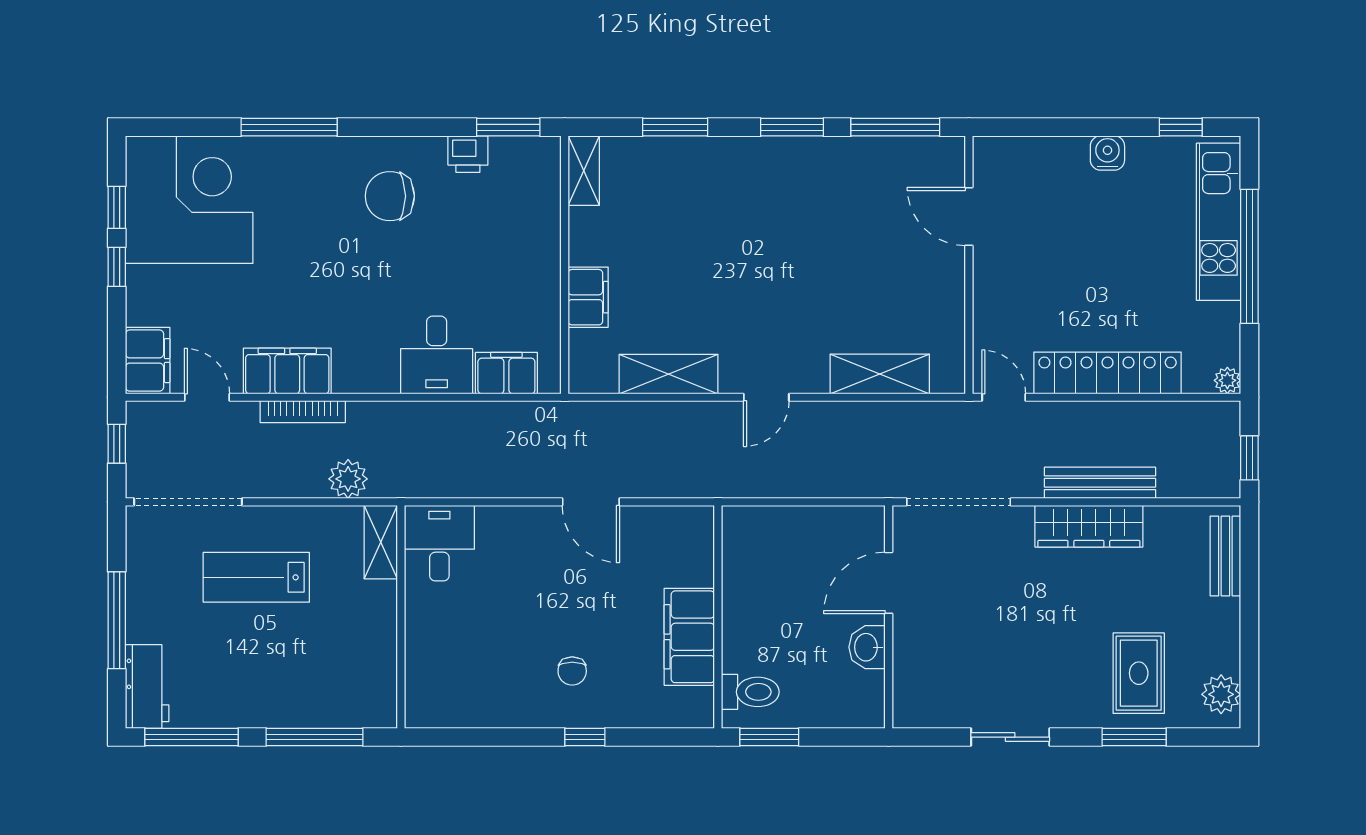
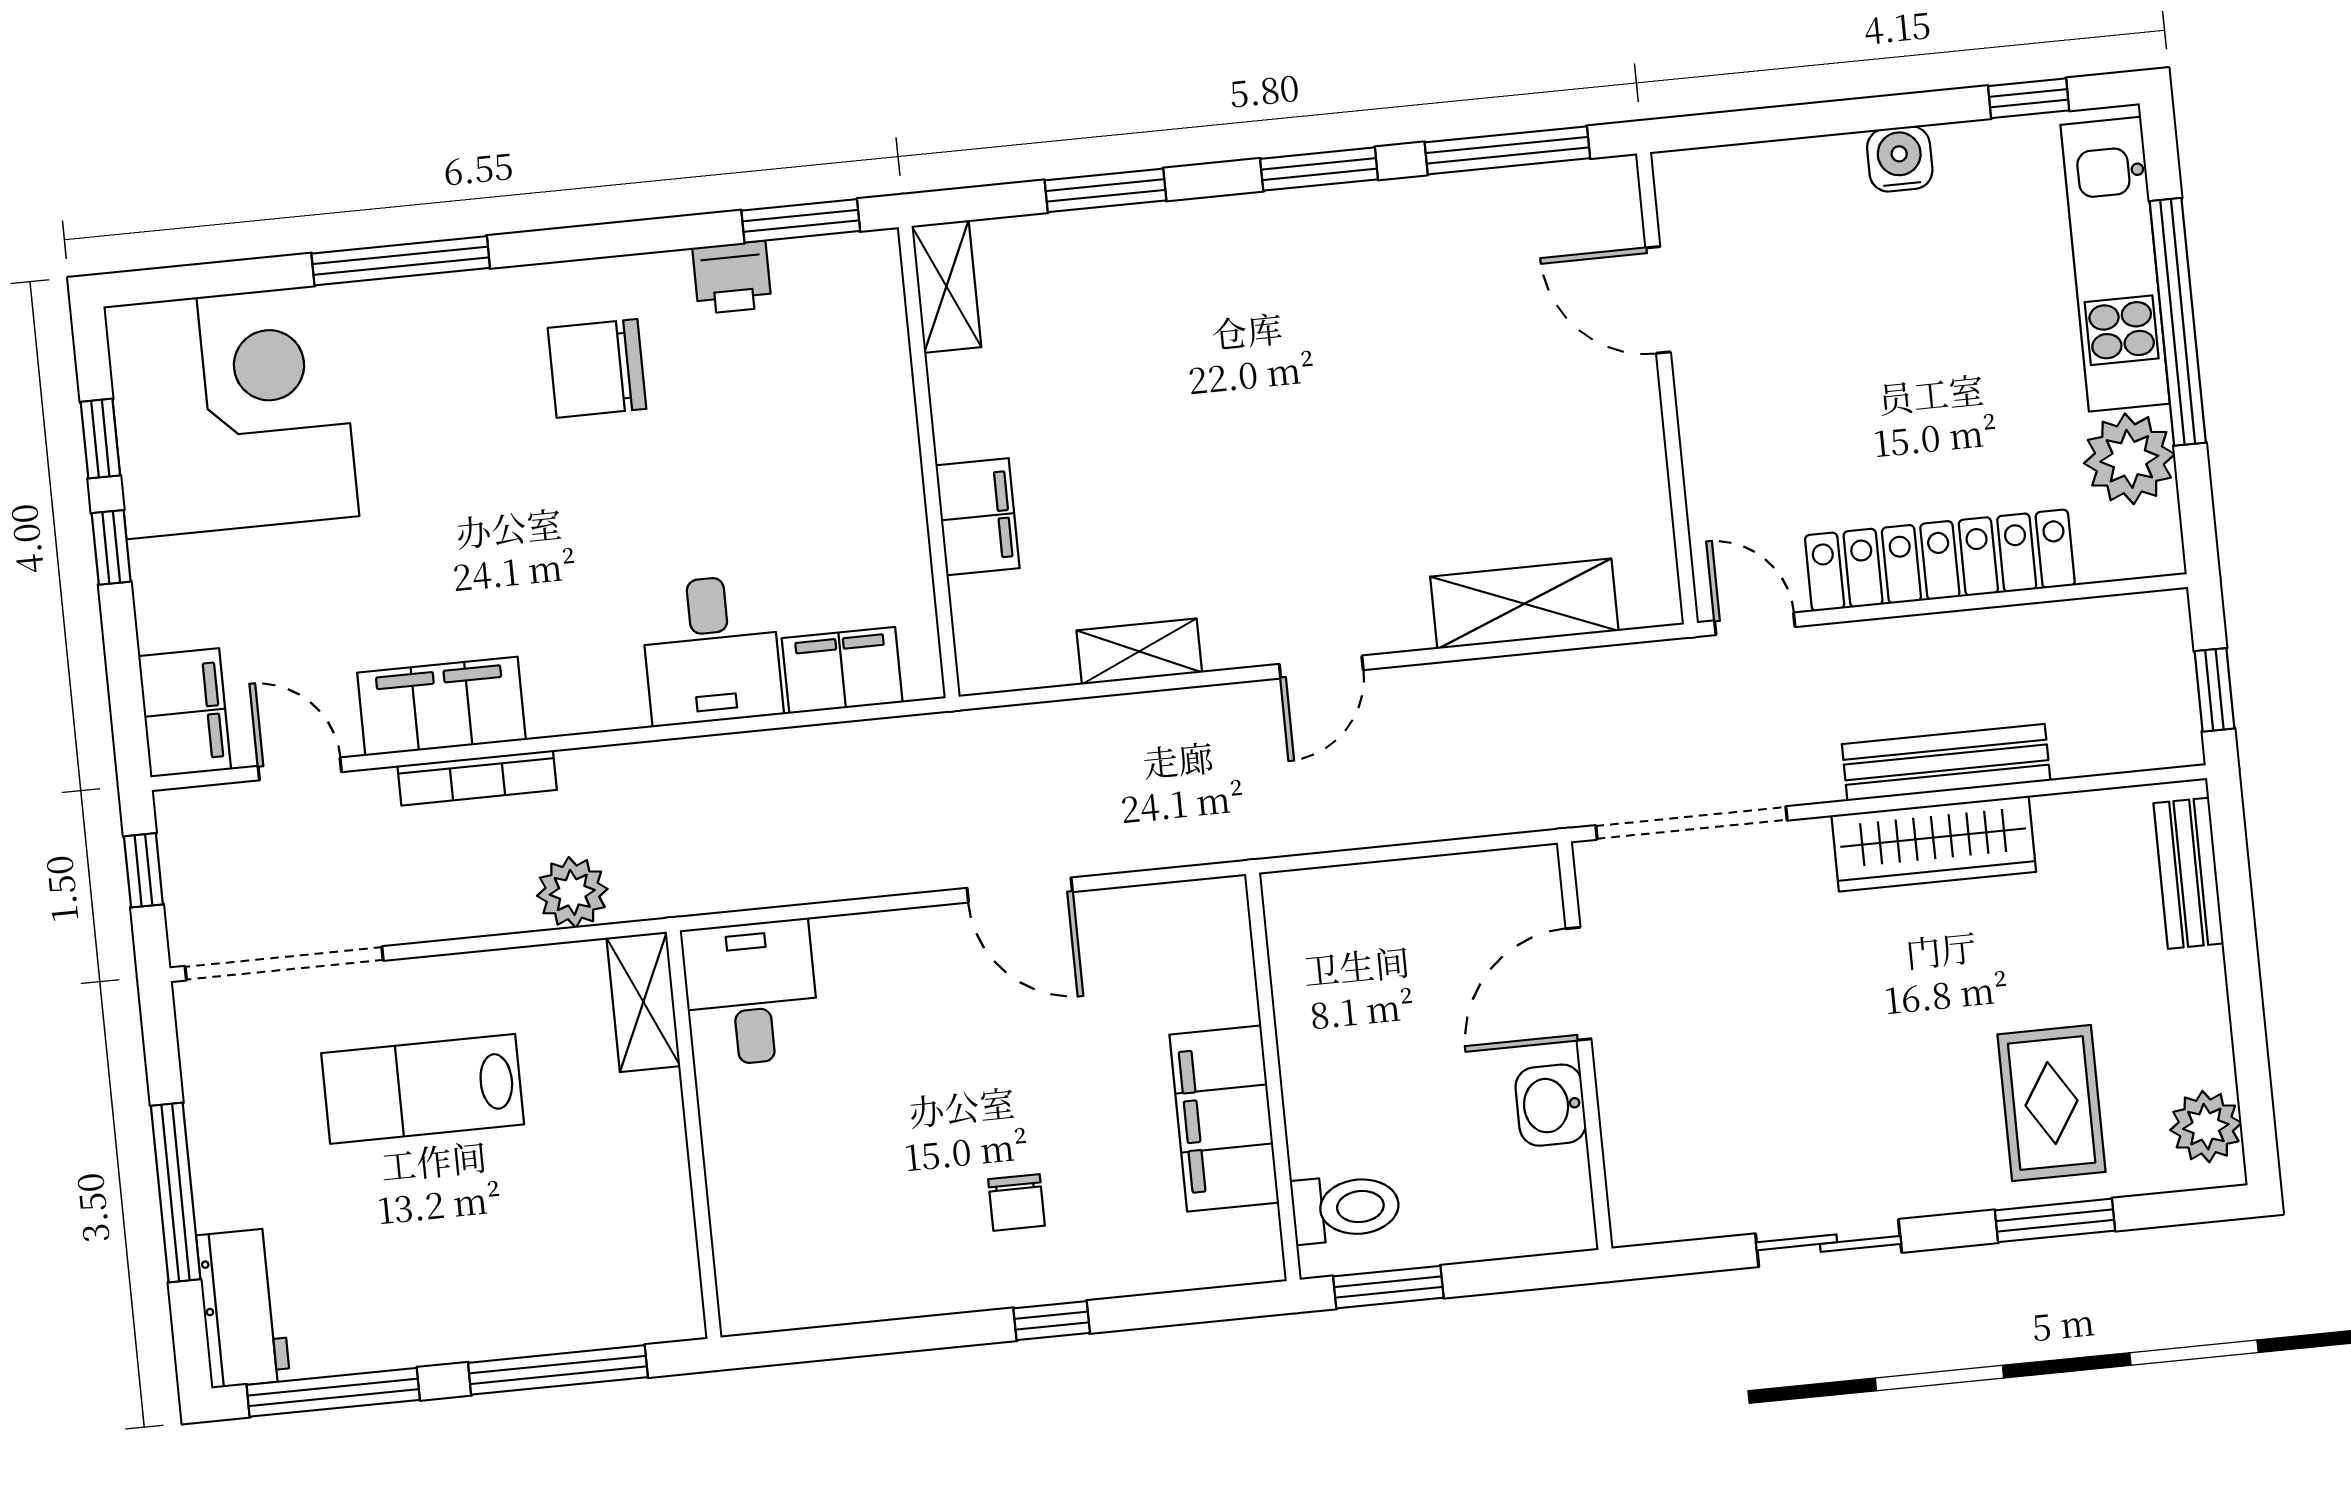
shelving: (669, 374) -> (1139, 651), width x0.67, depth x0.75
plant: (1227, 380) -> (2129, 459), moved, width x1.88, depth x1.88

